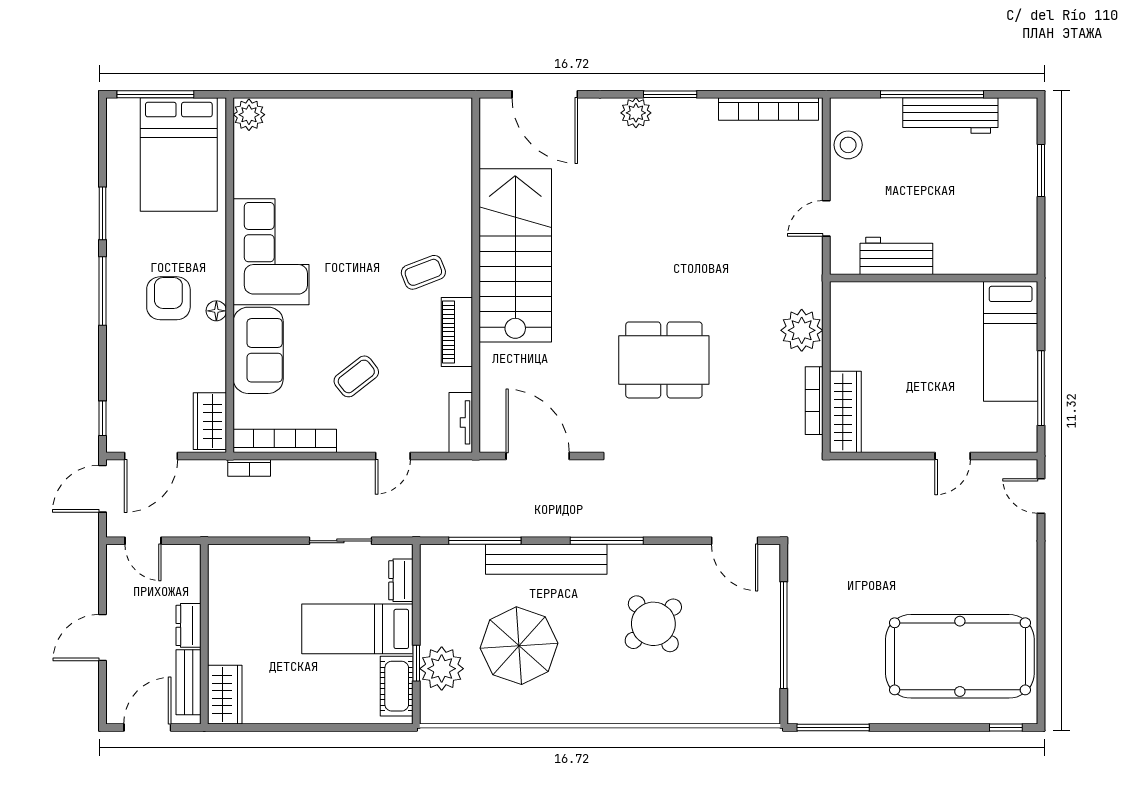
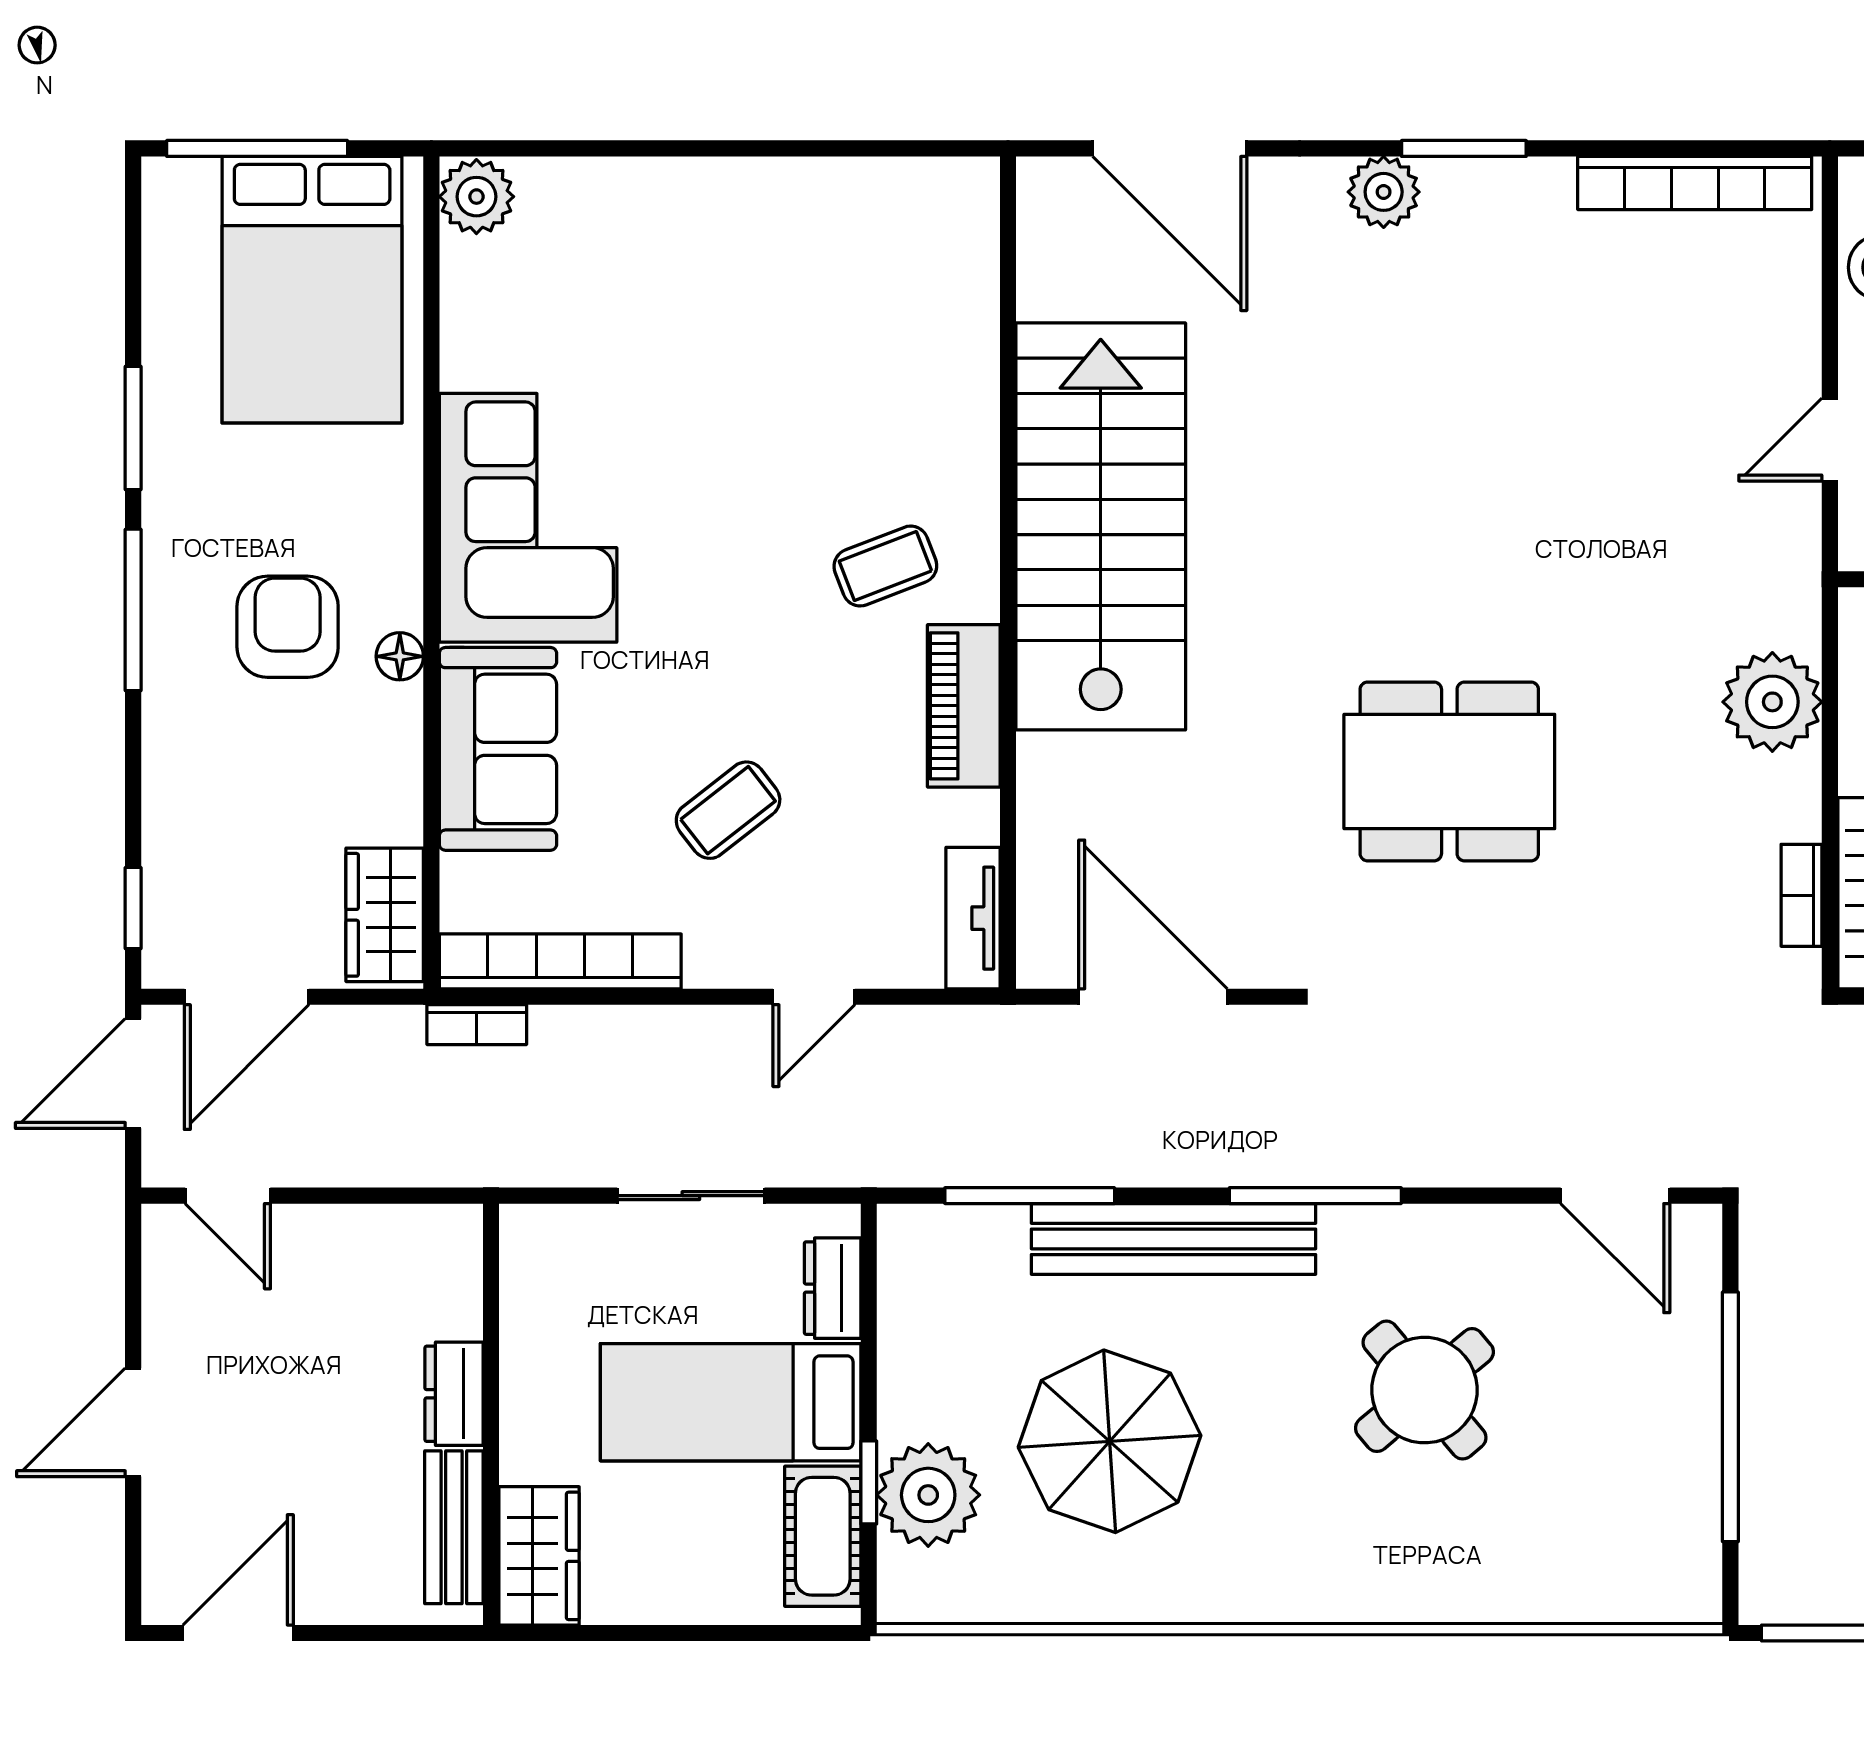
bookcase: (814, 401) -> (1801, 895), width x0.64
dresser: (189, 625) -> (454, 1394), moved
wall: (204, 634) -> (491, 1414), moved
bench: (188, 682) -> (454, 1527), moved
wardrobe: (225, 695) -> (539, 1556), moved

